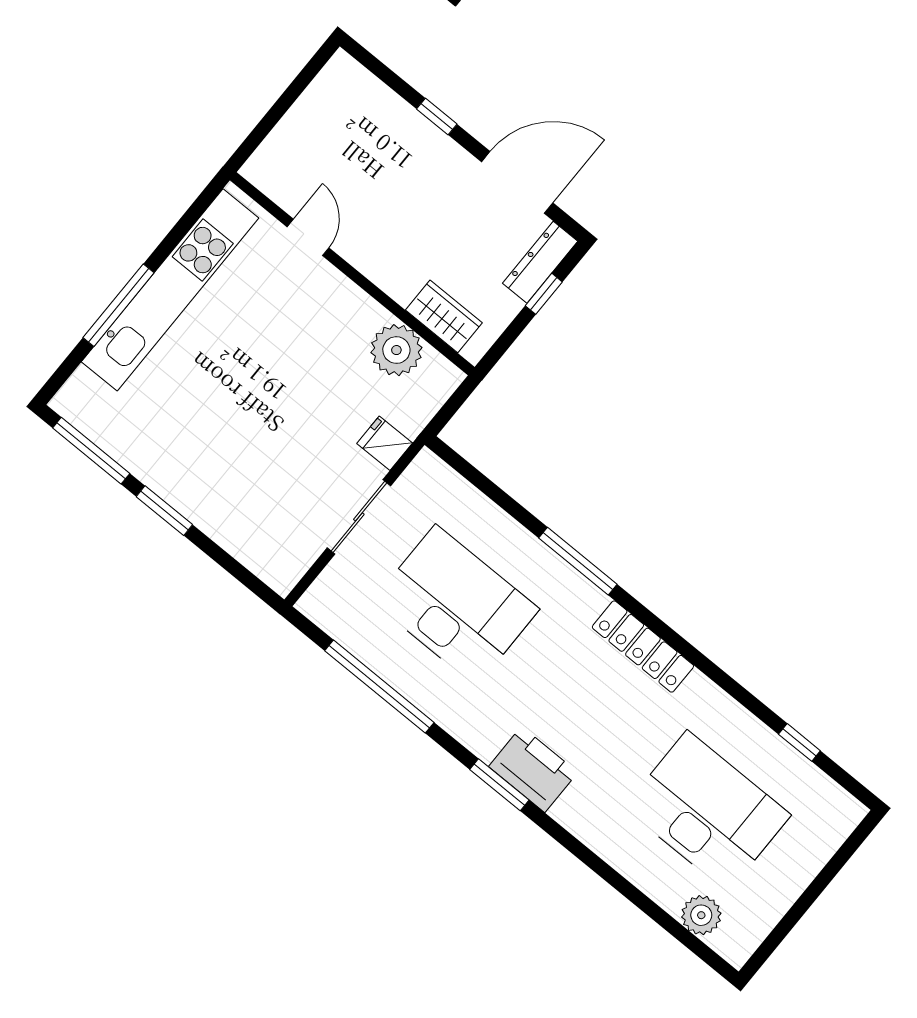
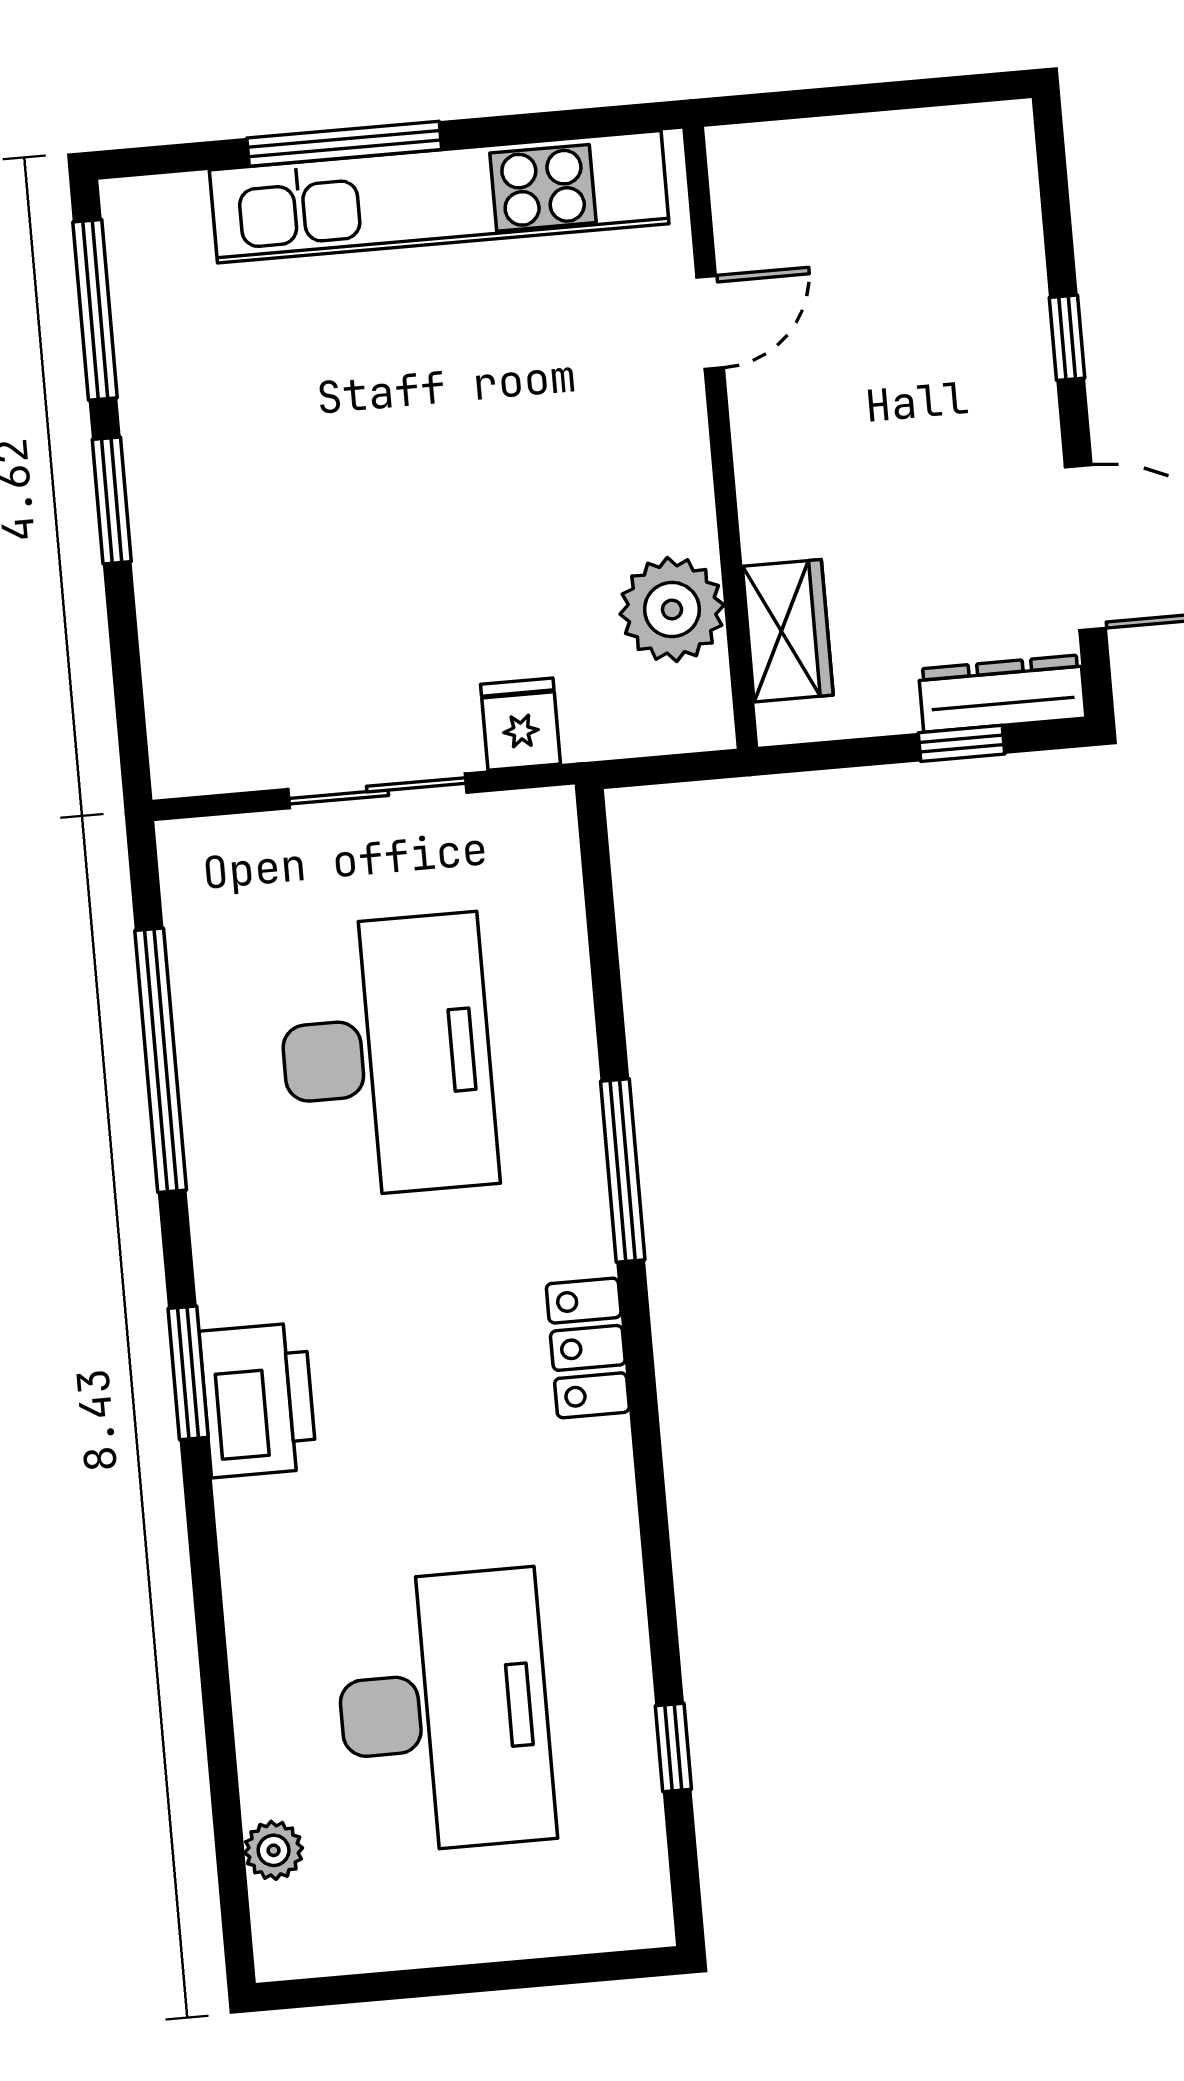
locker: (643, 647) -> (588, 1348), width x0.66
plant: (701, 915) -> (274, 1850), width x0.73, depth x0.73

